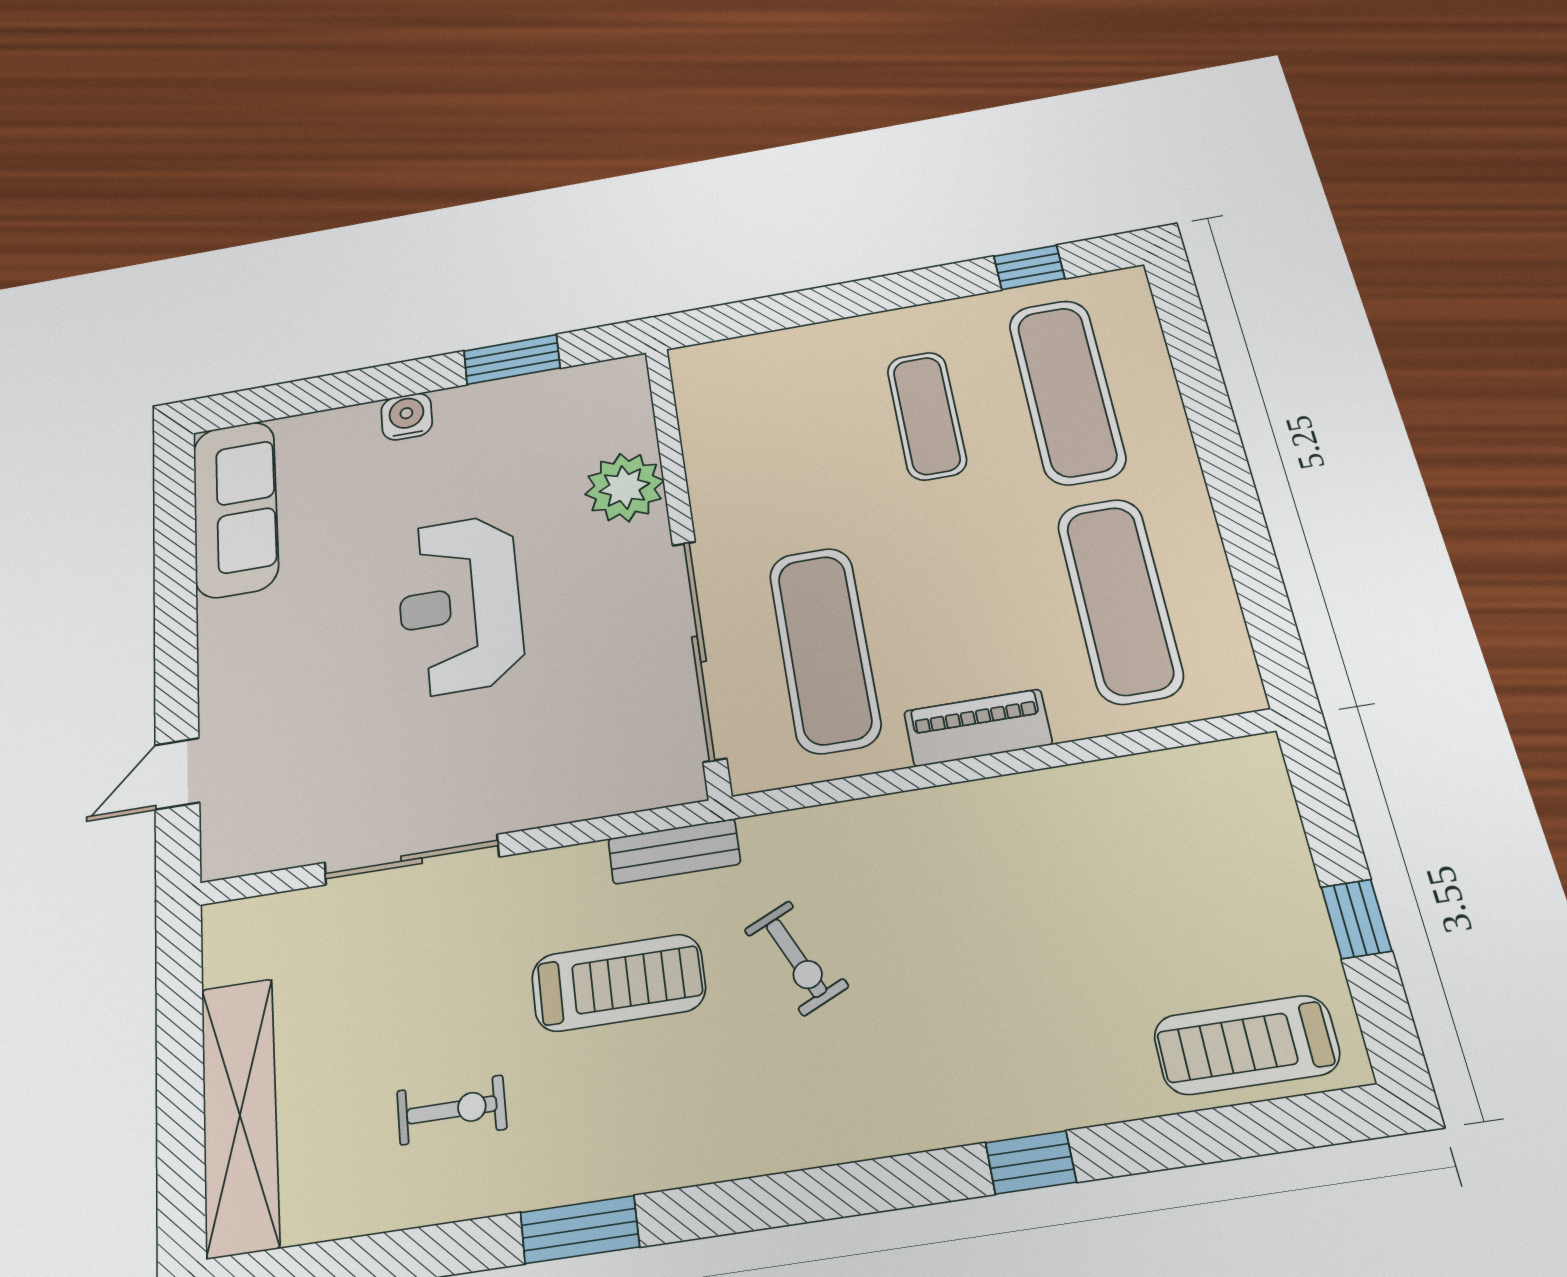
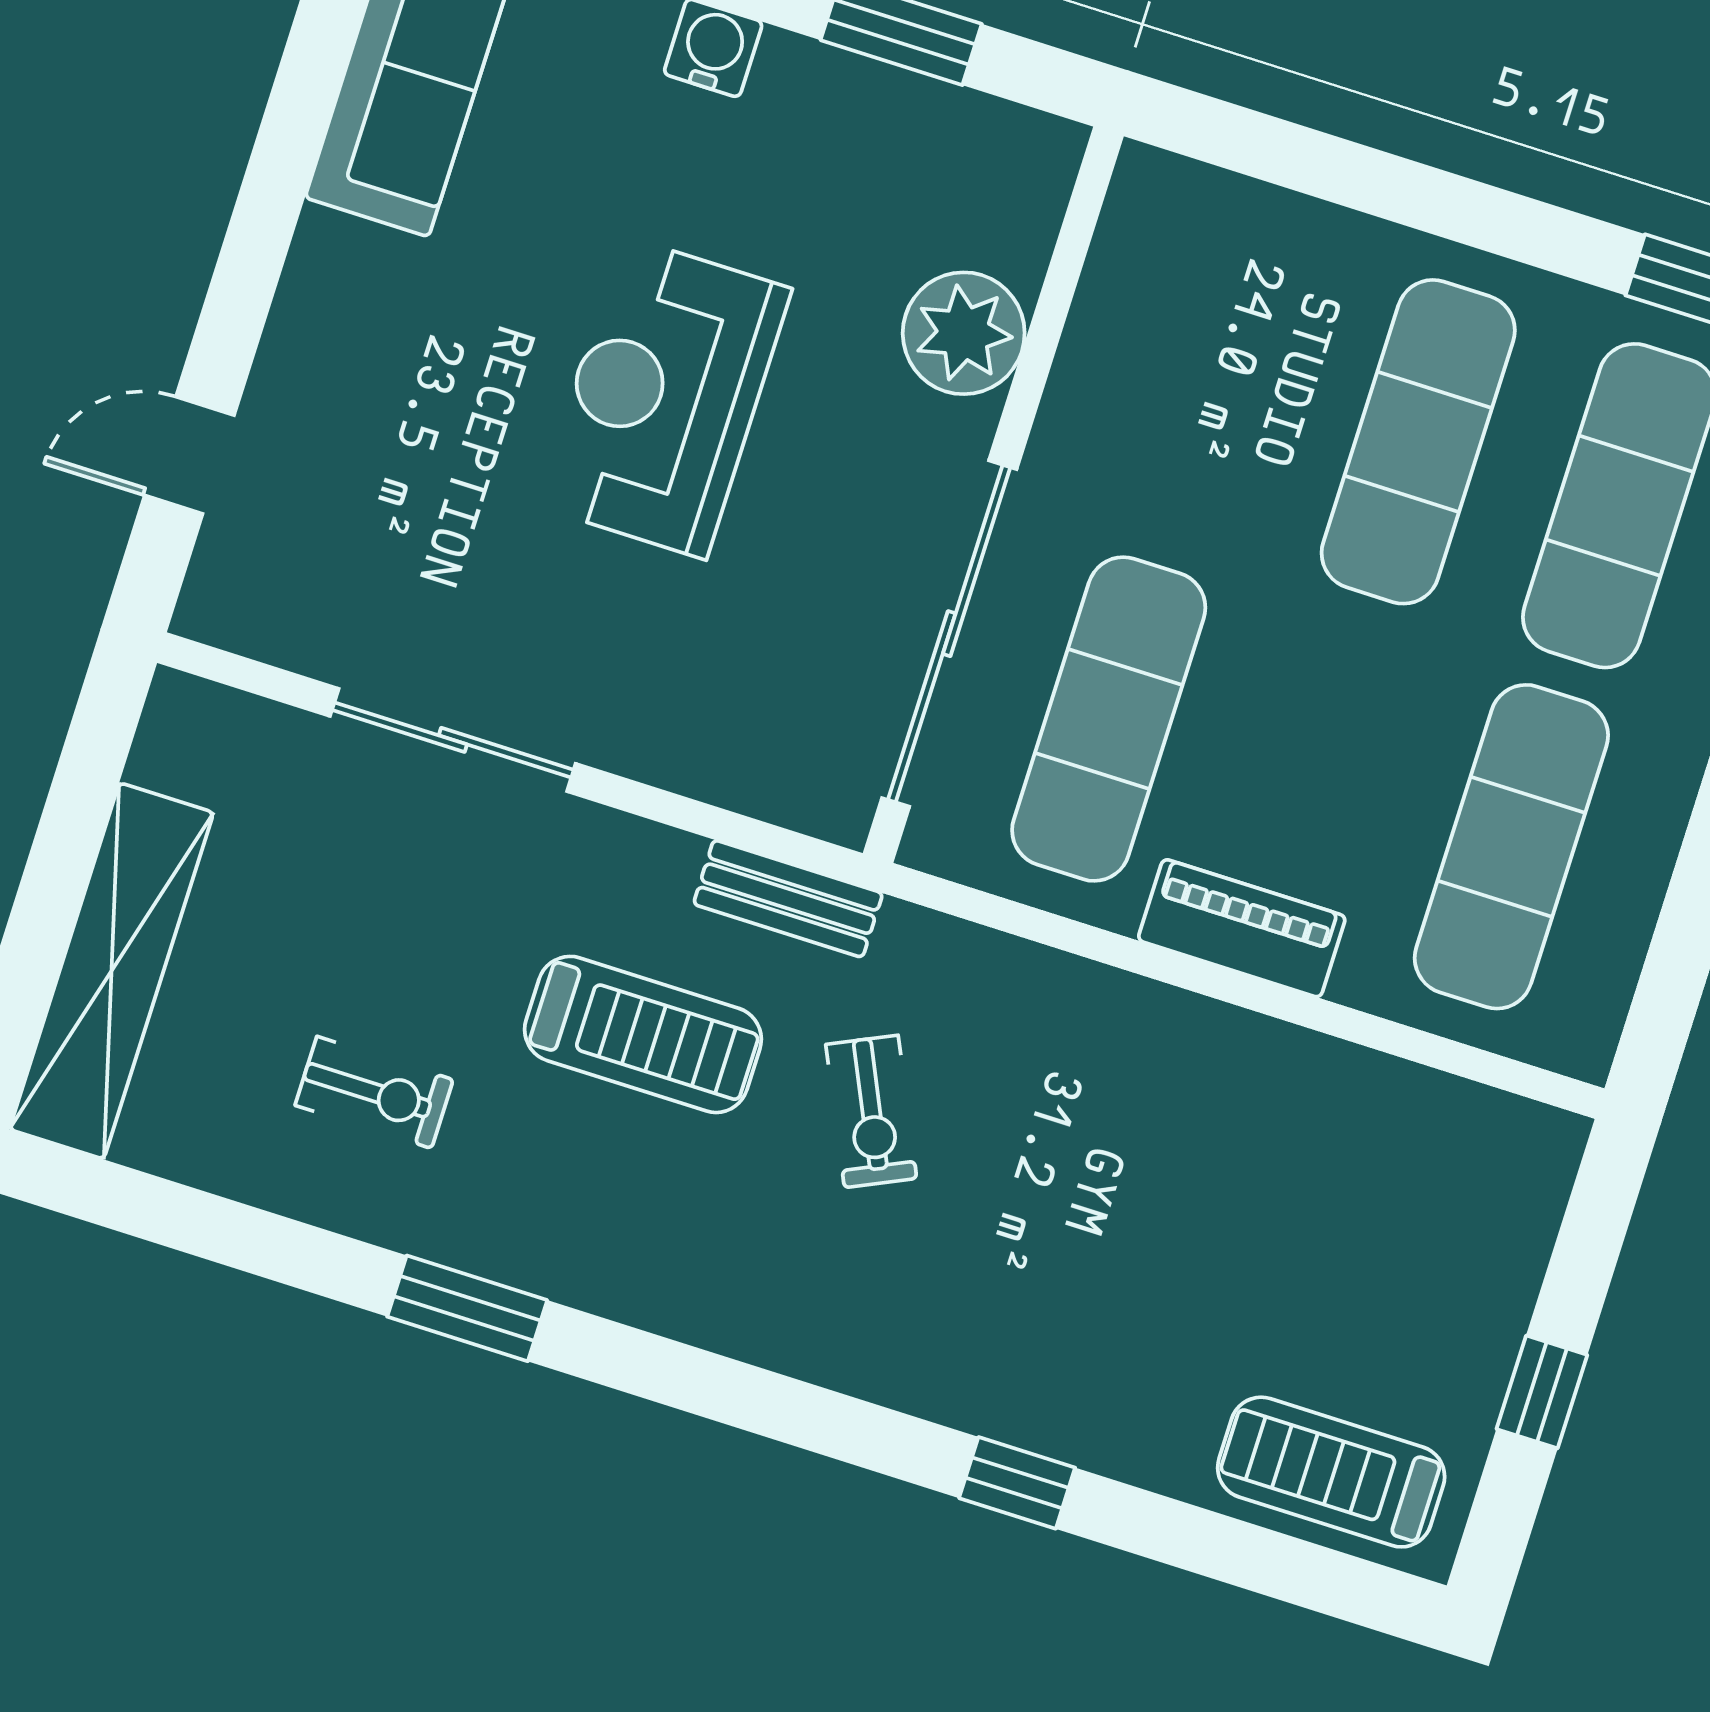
exercise mat: (927, 416) -> (1418, 442), width x1.36, depth x1.45

